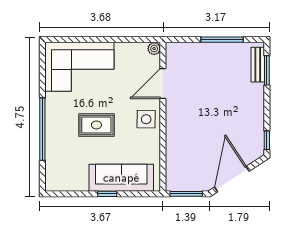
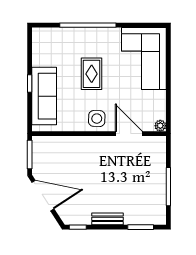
bench: (258, 65) -> (108, 219), moved

